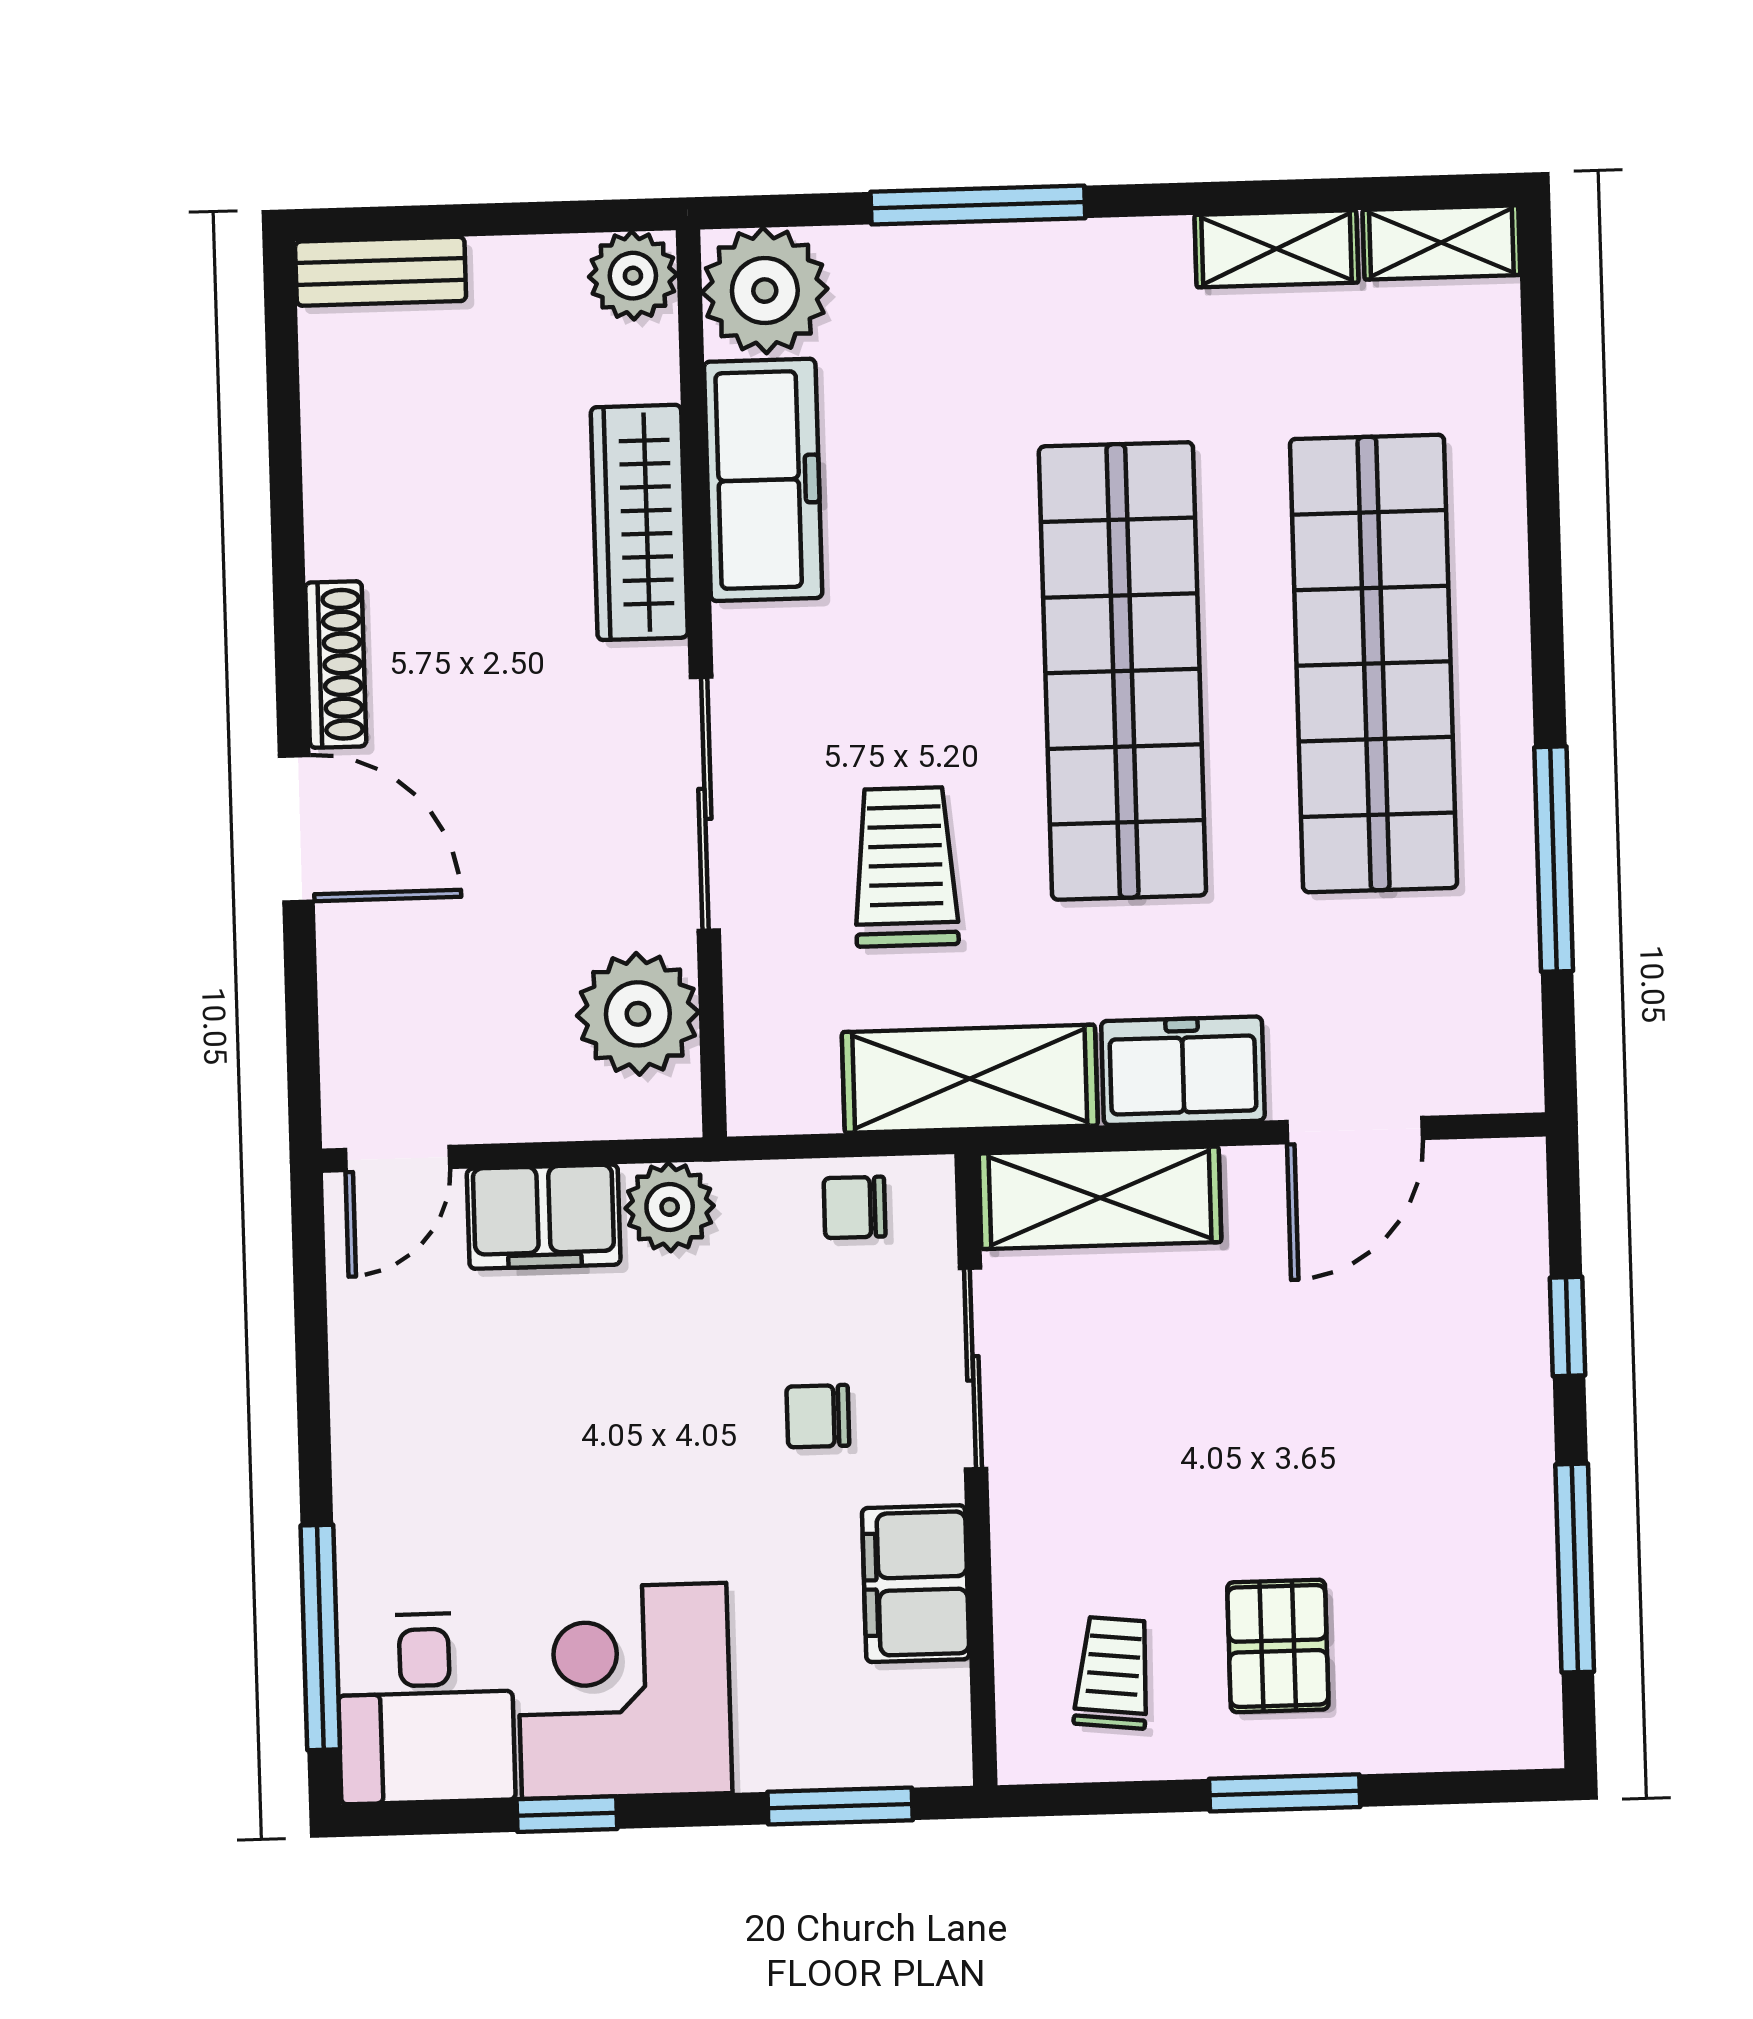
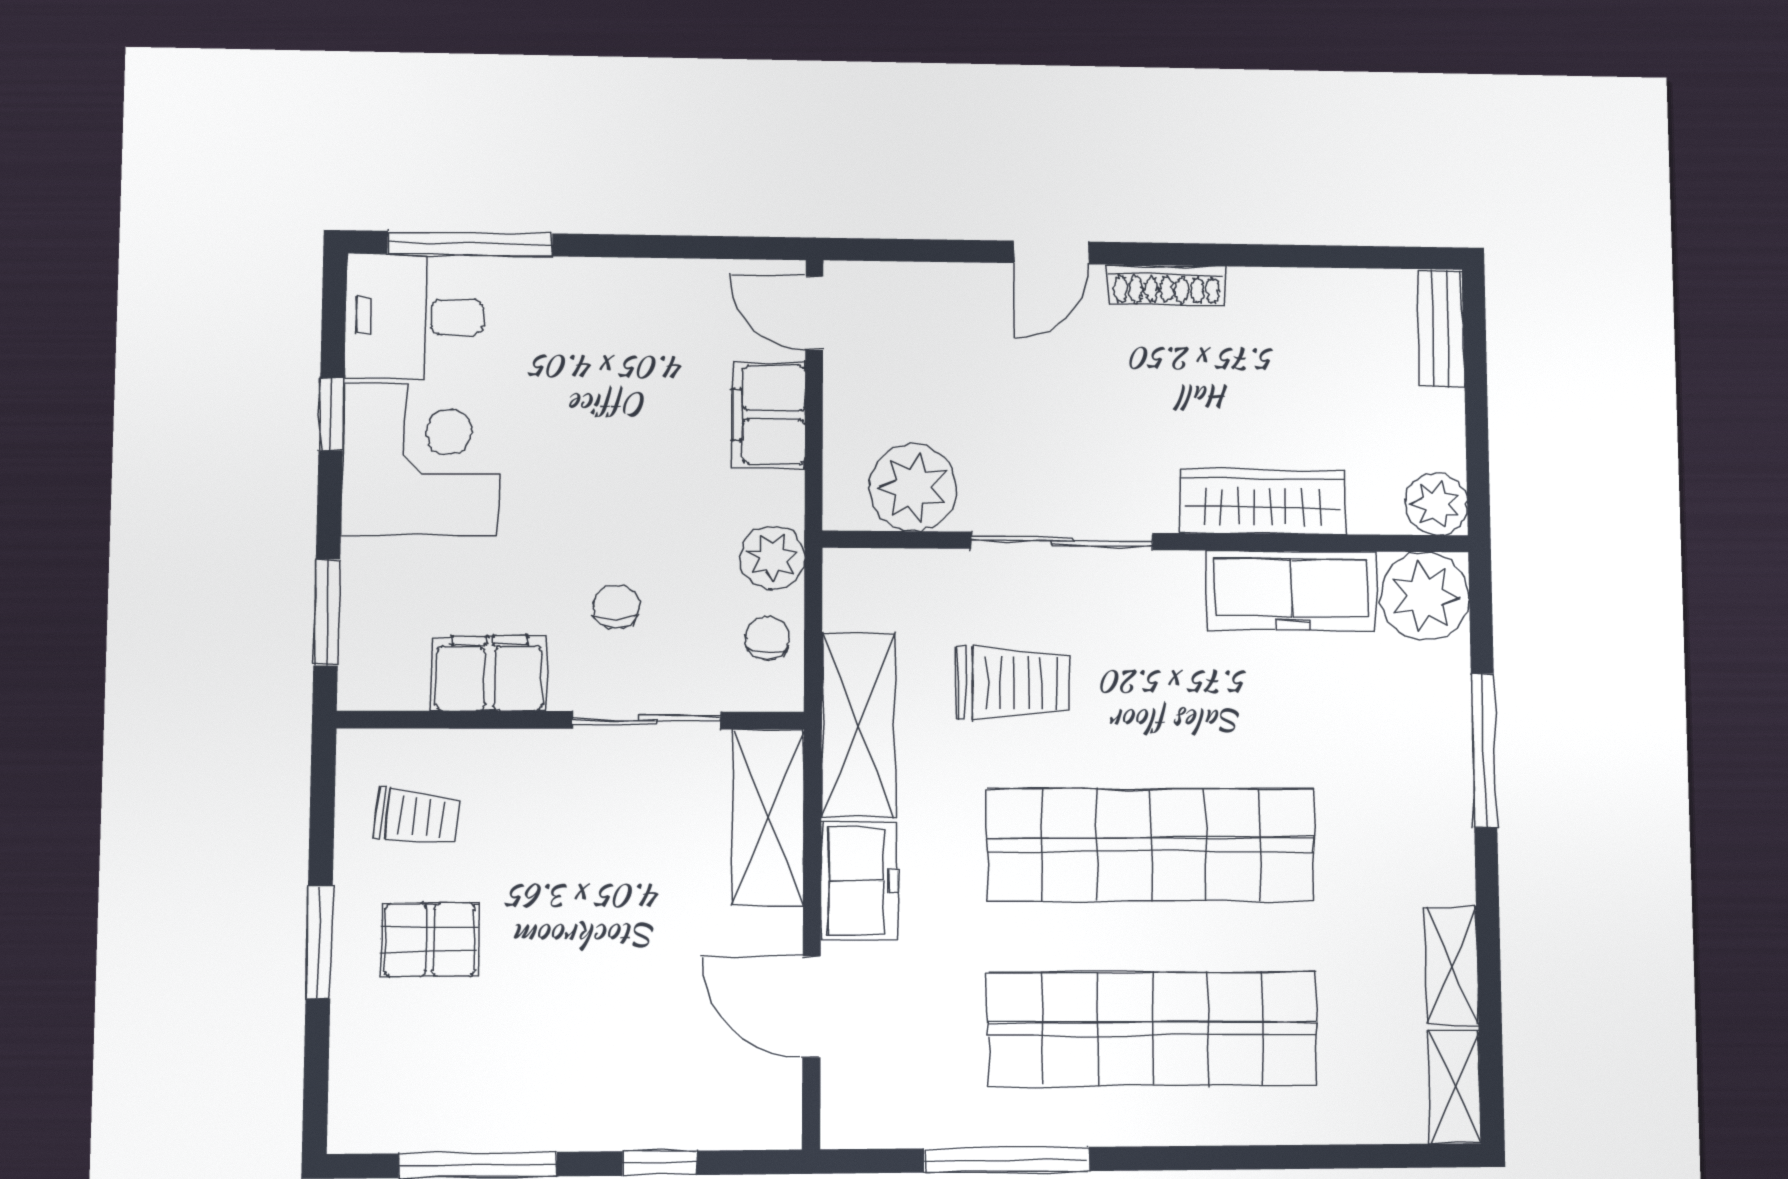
door: (296, 829) -> (1051, 252), width x0.73
plant: (670, 1207) -> (772, 558), moved

